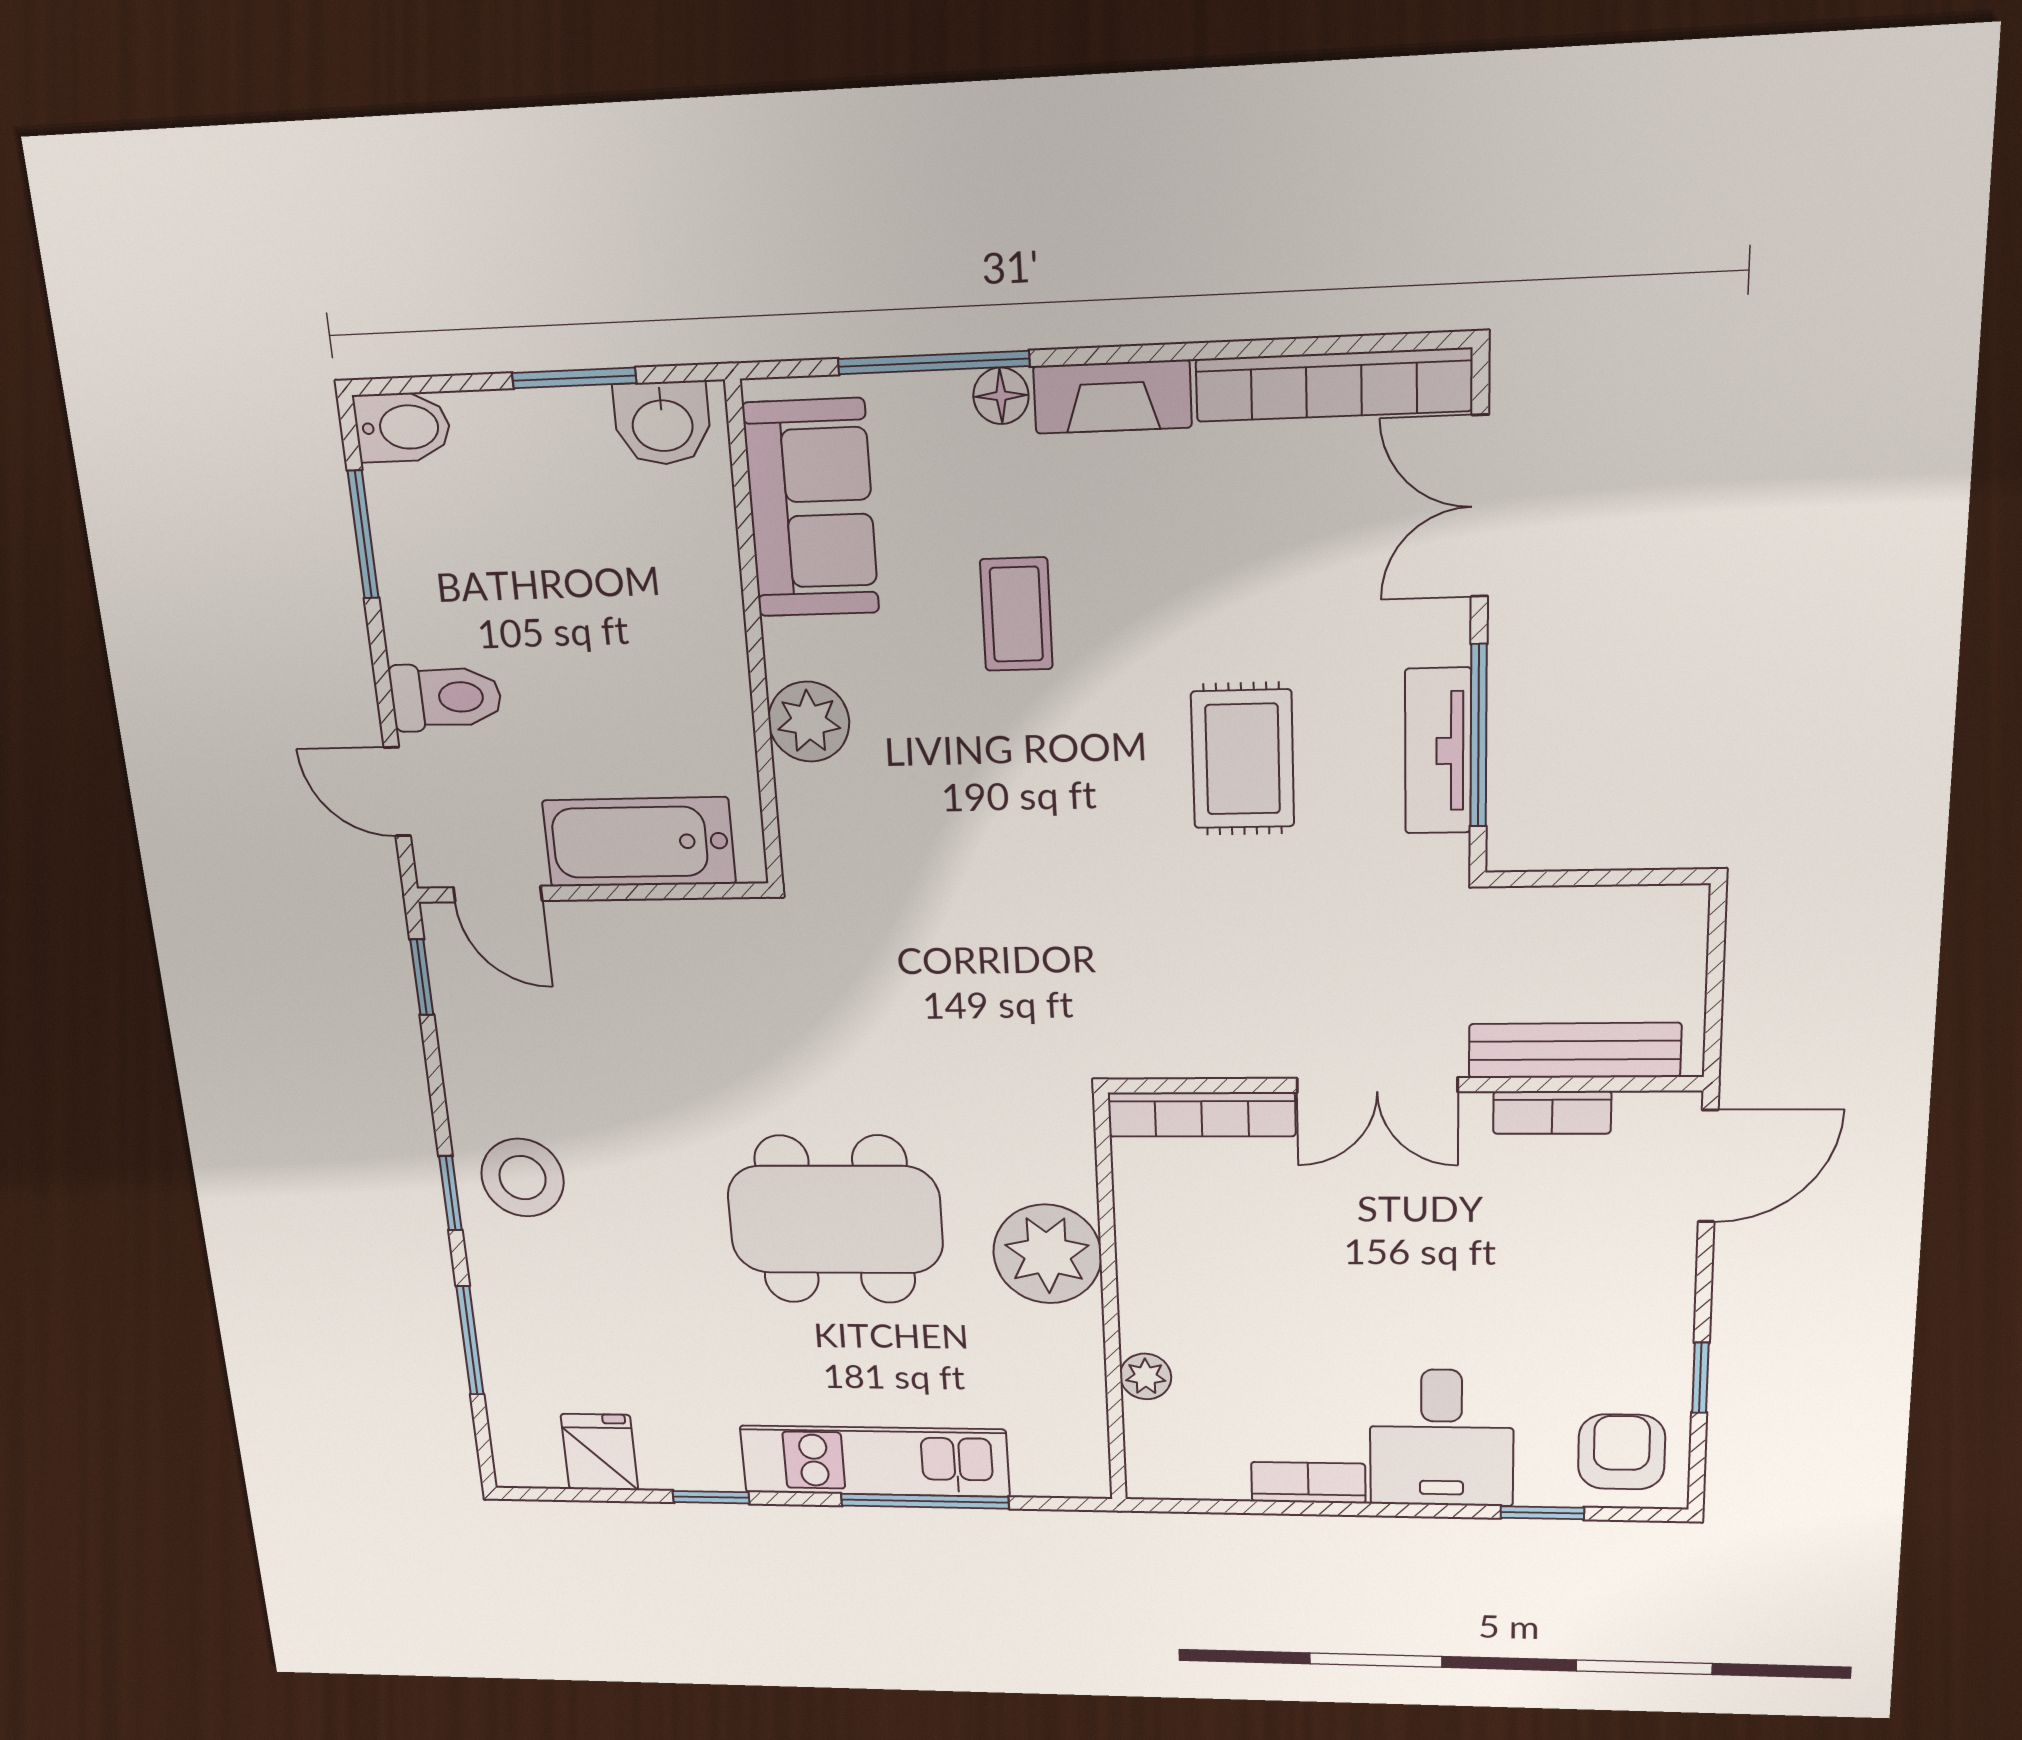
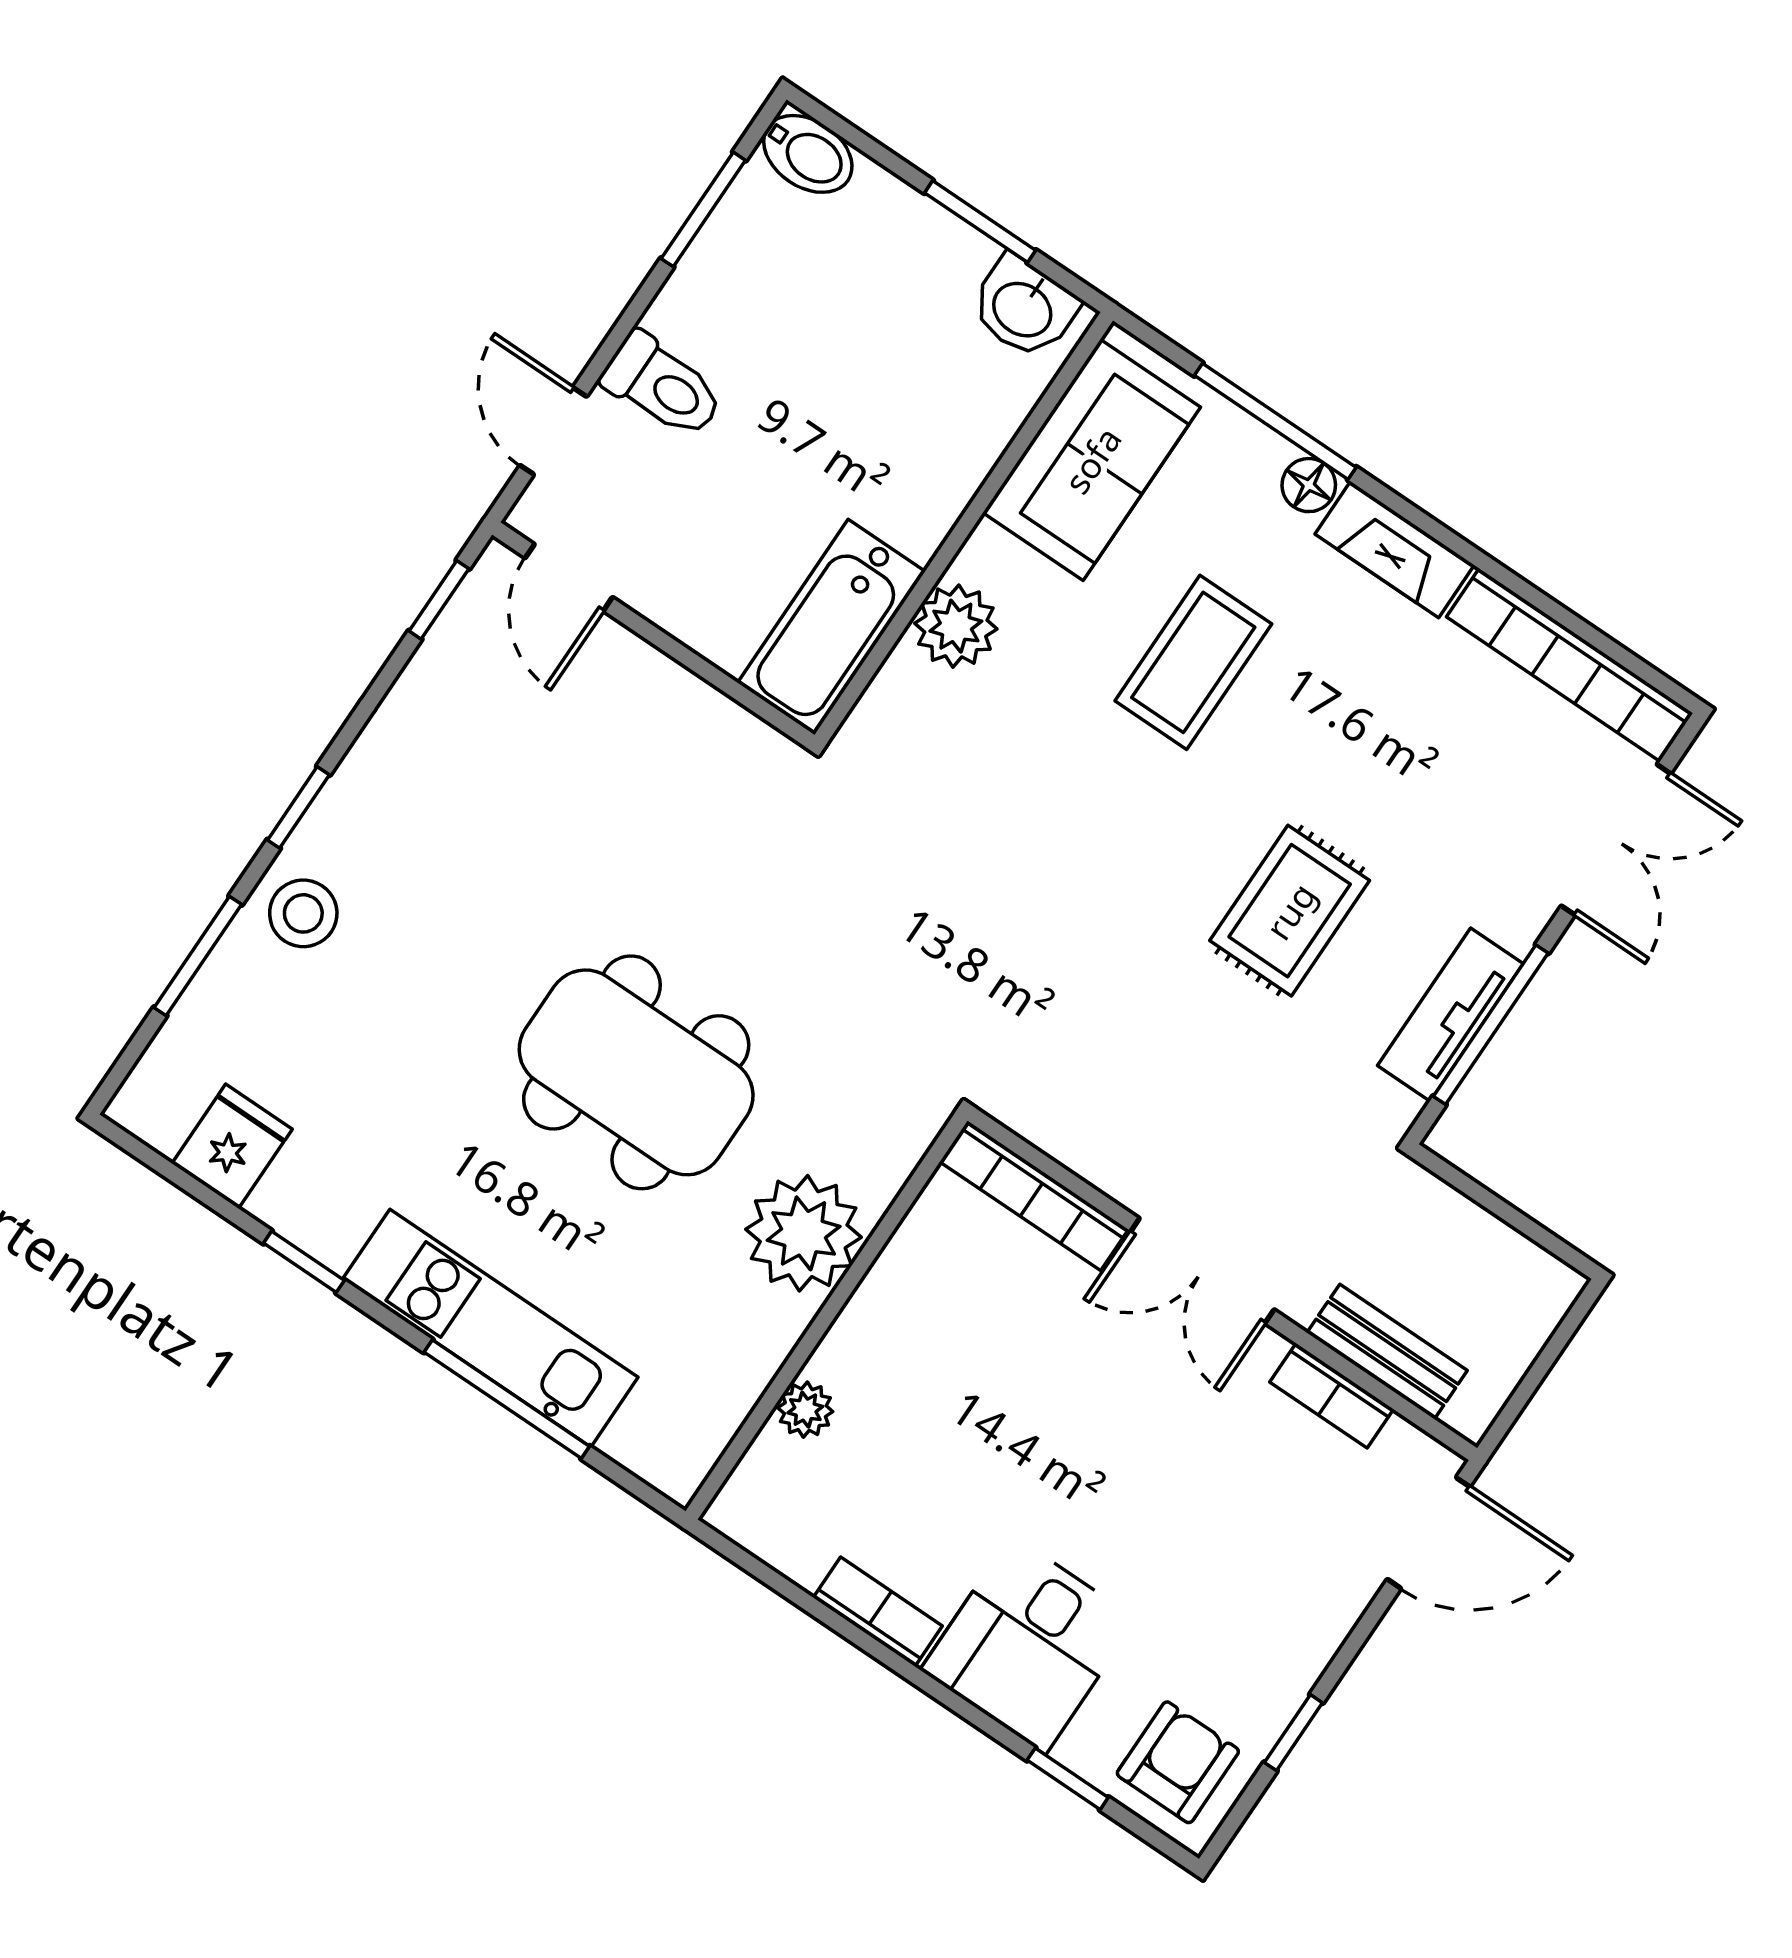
double door: (1480, 507) -> (1616, 840), swing flipped
coffee table: (1016, 614) -> (1193, 662), width x1.36, depth x1.30
bathtub: (639, 842) -> (831, 627), moved, turned -90
bench: (1574, 1050) -> (1387, 1352), width x0.73
stool: (523, 1178) -> (303, 913), moved, width x0.73, depth x0.73

